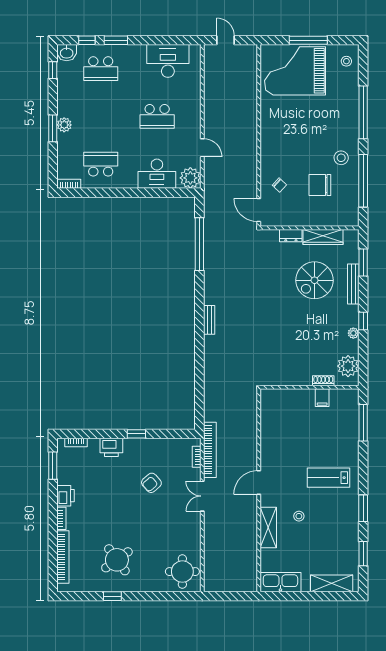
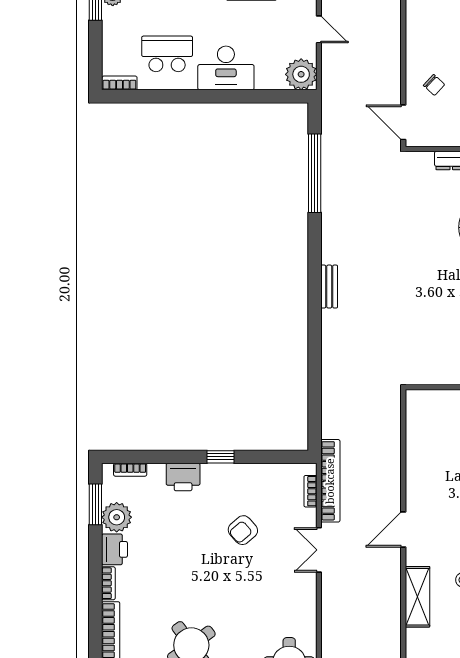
desk: (157, 174) -> (226, 68), moved
plant: (67, 474) -> (117, 517), added

